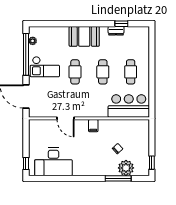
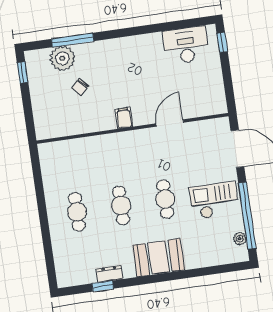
bar counter: (129, 106) -> (72, 157), removed
door: (66, 118) -> (170, 123), hinge flipped
desk: (53, 162) -> (186, 45), width x0.73, depth x0.77

